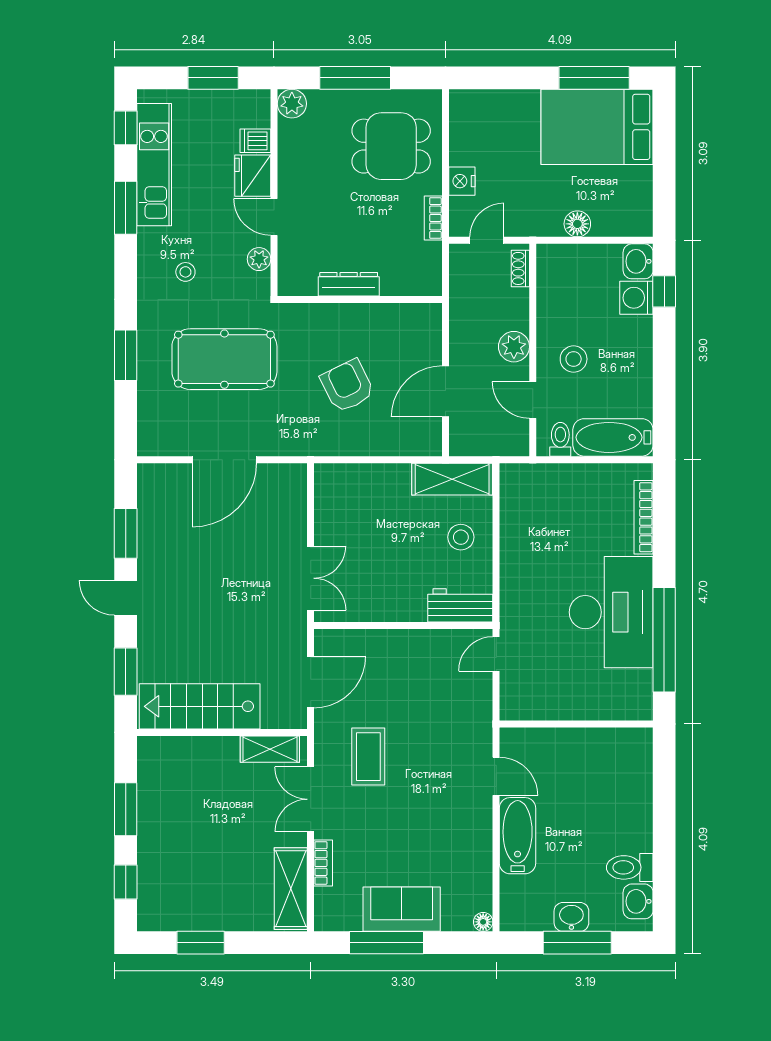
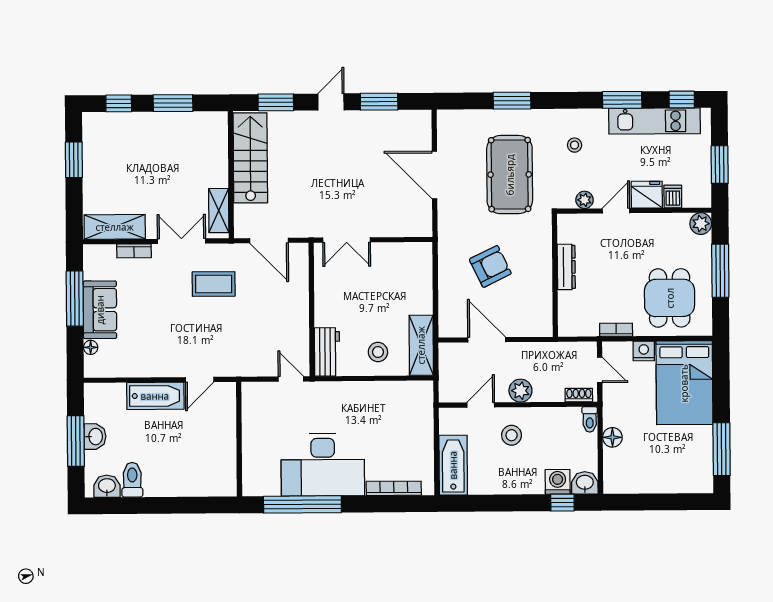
bed: (597, 127) -> (684, 383), moved, turned 180
toilet: (560, 439) -> (590, 419), moved, turned 90
floor lamp: (483, 922) -> (91, 347), moved

